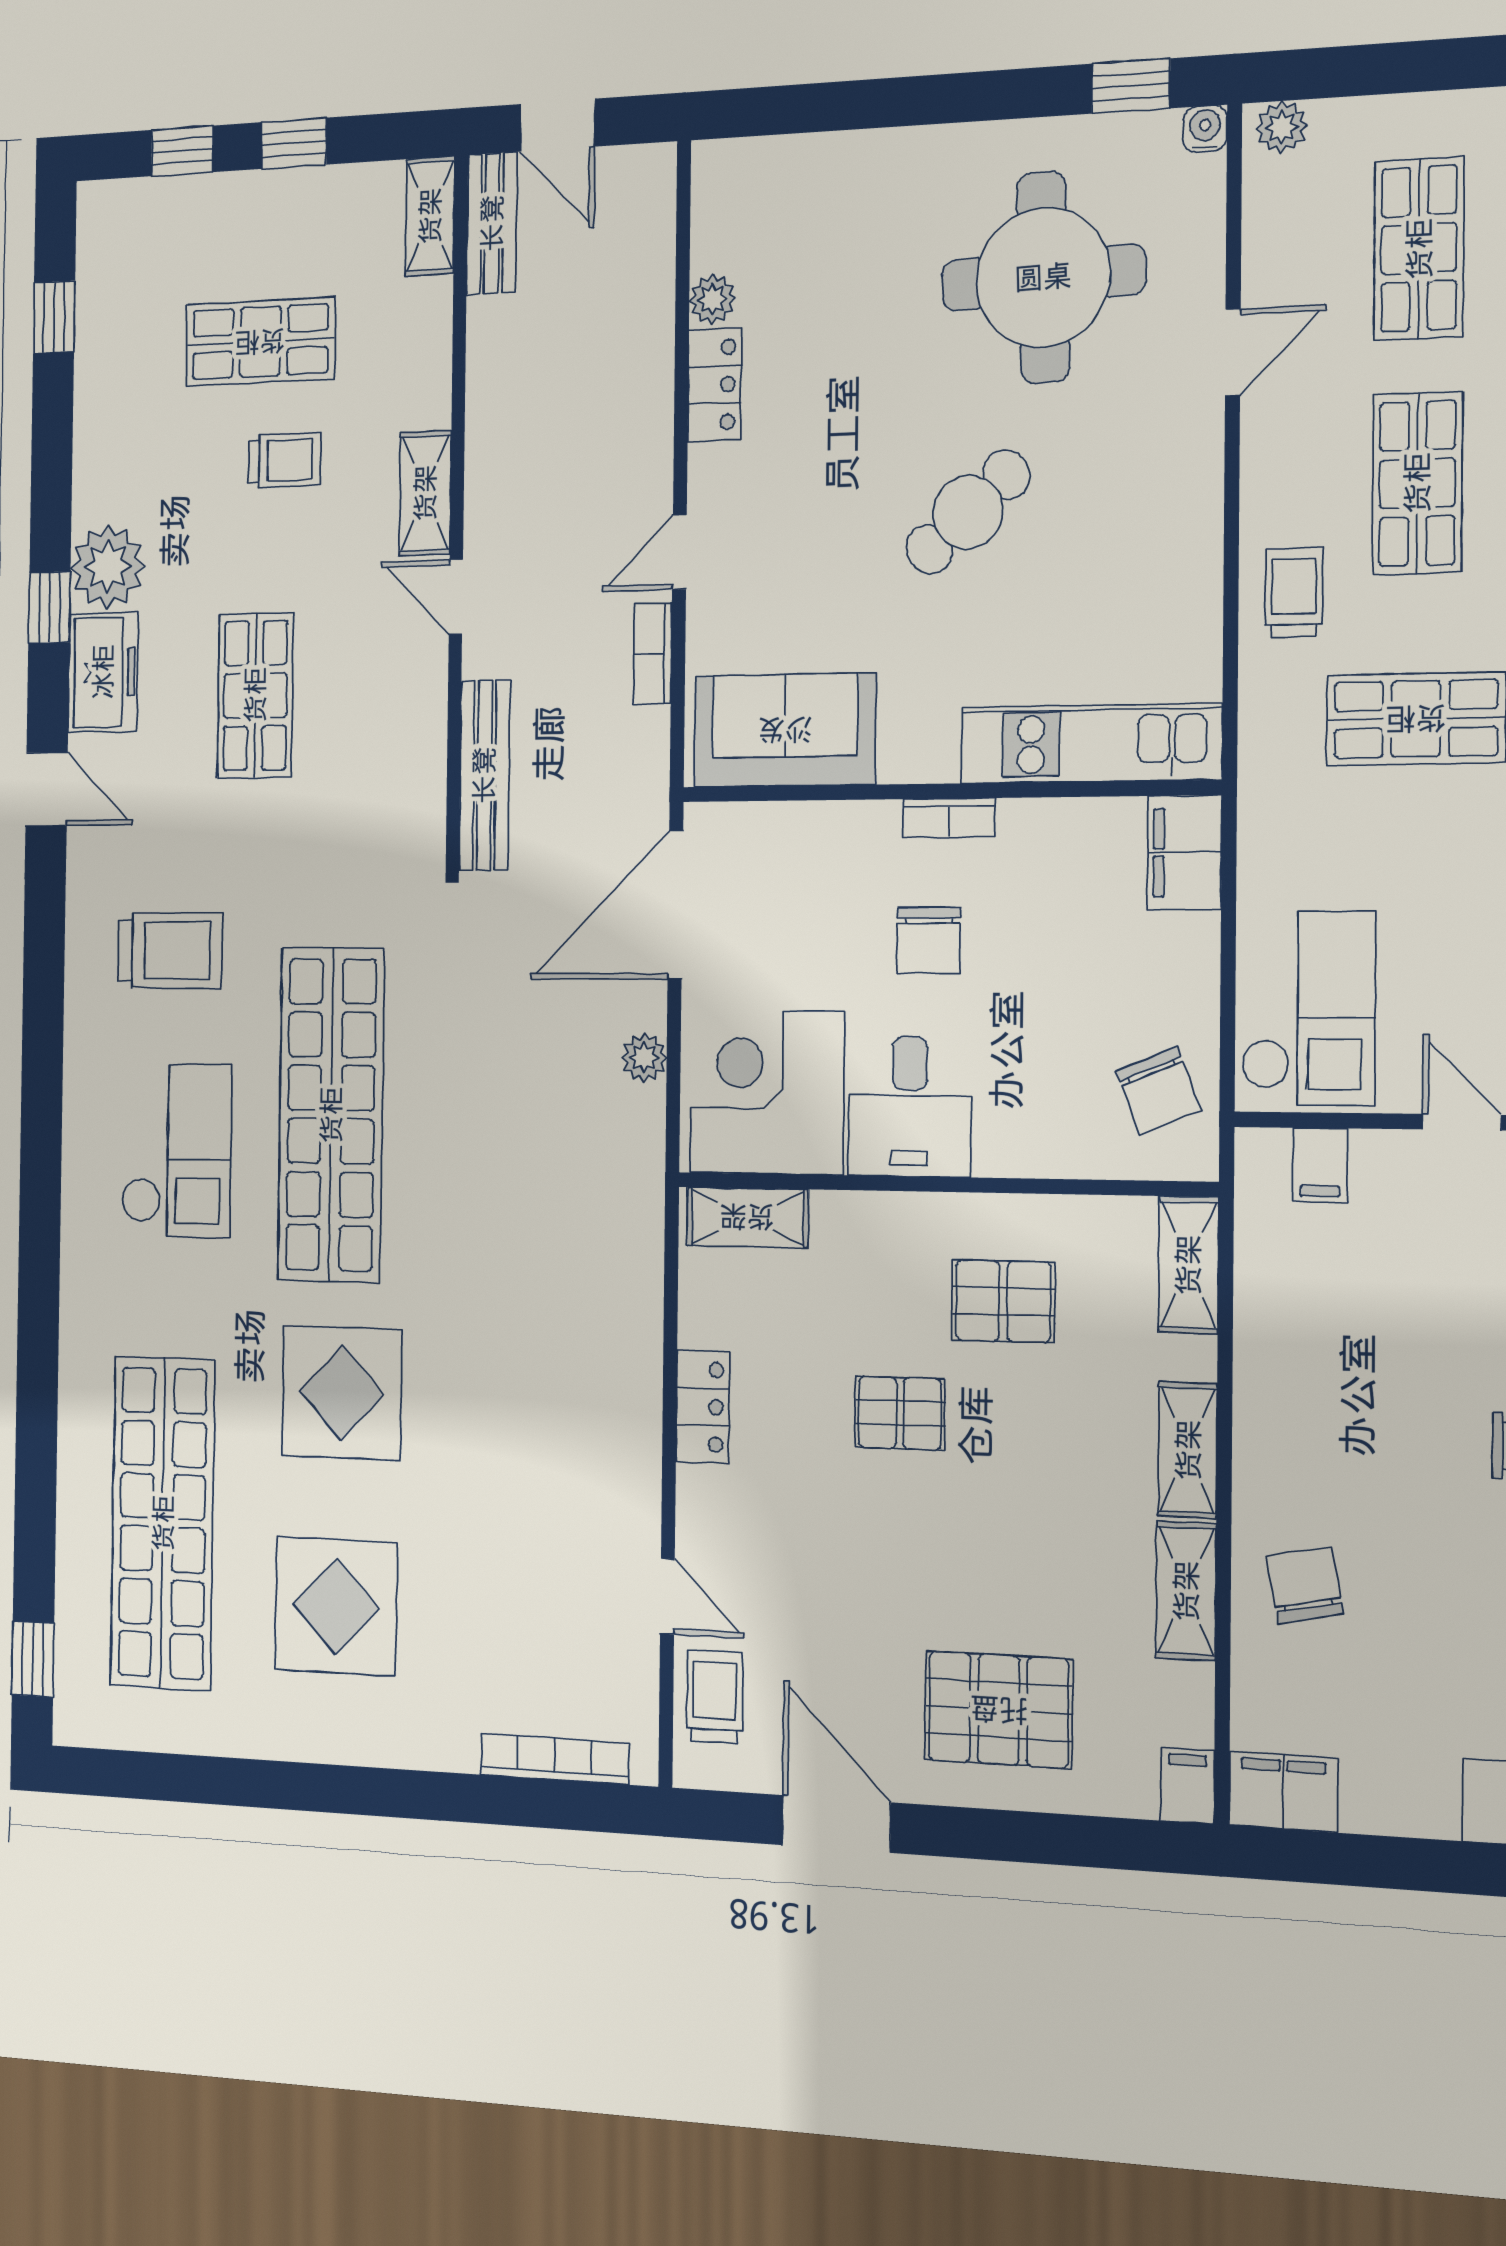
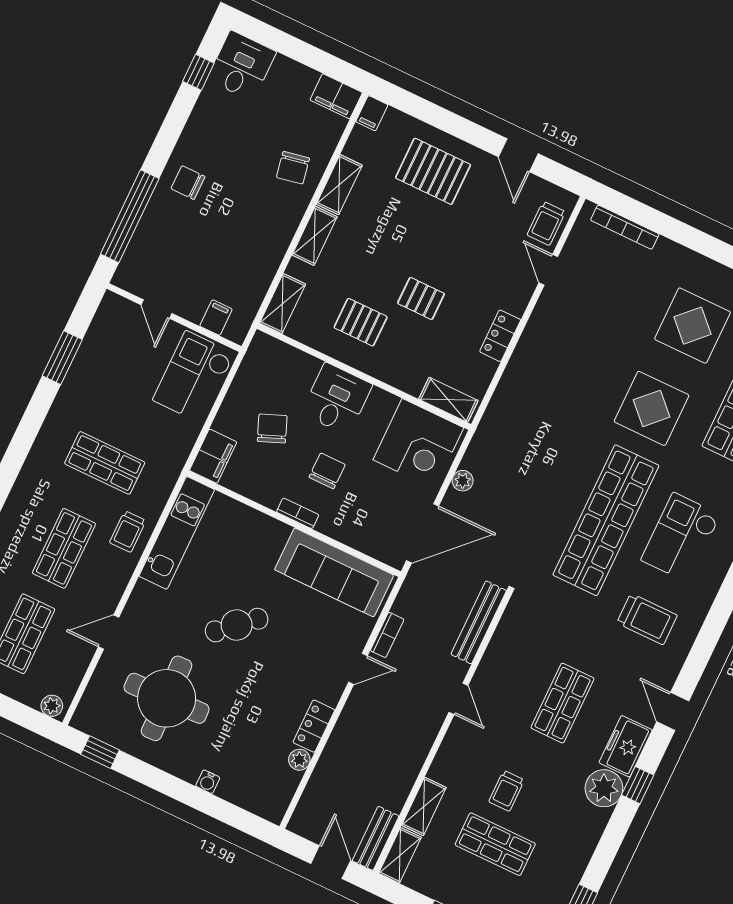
water cooler: (1205, 129) -> (208, 782), moved
trolley: (285, 460) -> (506, 791), turned -90
shelving: (425, 493) -> (424, 806), moved
sofa: (785, 730) -> (334, 572), width x1.36
kitchen unit: (1091, 744) -> (177, 533), moved, turned -90
trolley: (170, 951) -> (647, 619), turned 180
chair: (1159, 1091) -> (272, 428), moved
desk: (910, 1107) -> (337, 399), moved
door: (836, 1824) -> (518, 155), width x0.73

